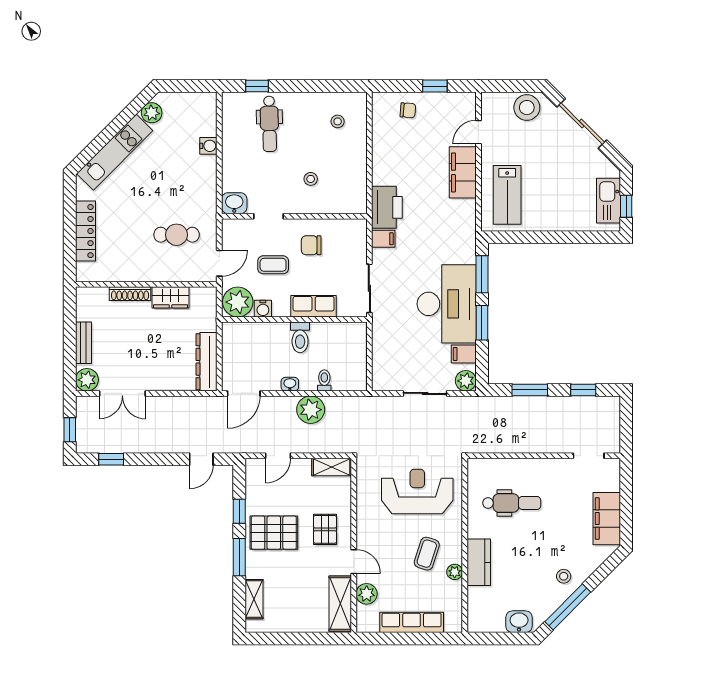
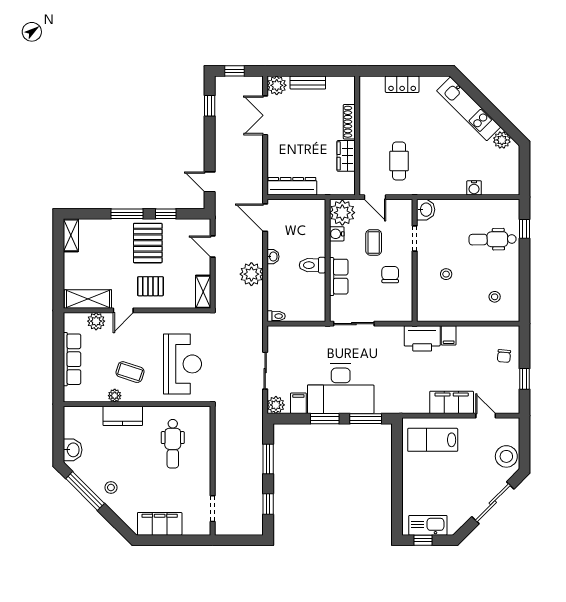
locker: (85, 231) -> (402, 84), width x0.66
filing cabinet: (383, 239) -> (449, 335), moved
toilet: (324, 380) -> (276, 316), moved
shelving: (254, 599) -> (71, 235), moved, turned 90

